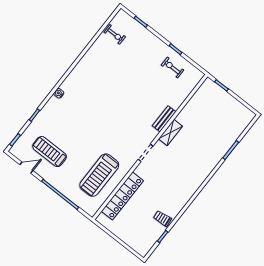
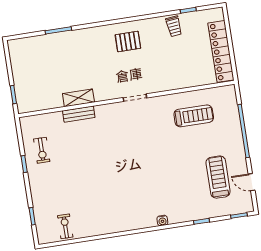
bench: (164, 119) -> (79, 114), moved
shelving: (170, 132) -> (78, 98), moved
treadmill: (50, 152) -> (218, 177), turned 180
treadmill: (99, 175) -> (194, 116), width x0.73, depth x0.73
pallet: (182, 183) -> (128, 42), added
locker: (122, 196) -> (221, 51), moved, turned -90

